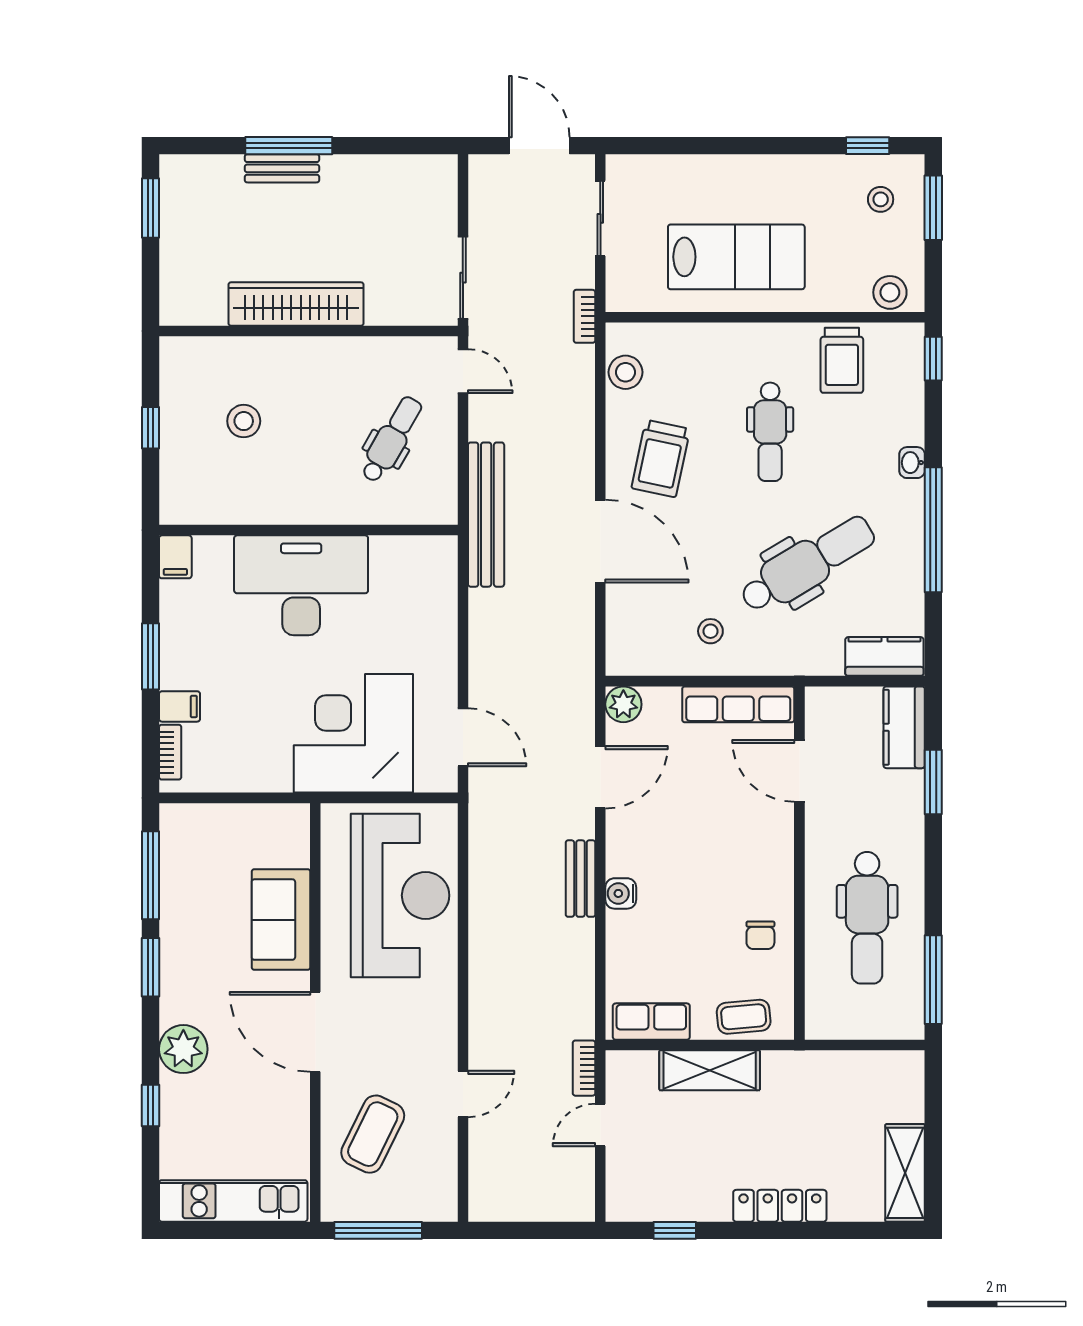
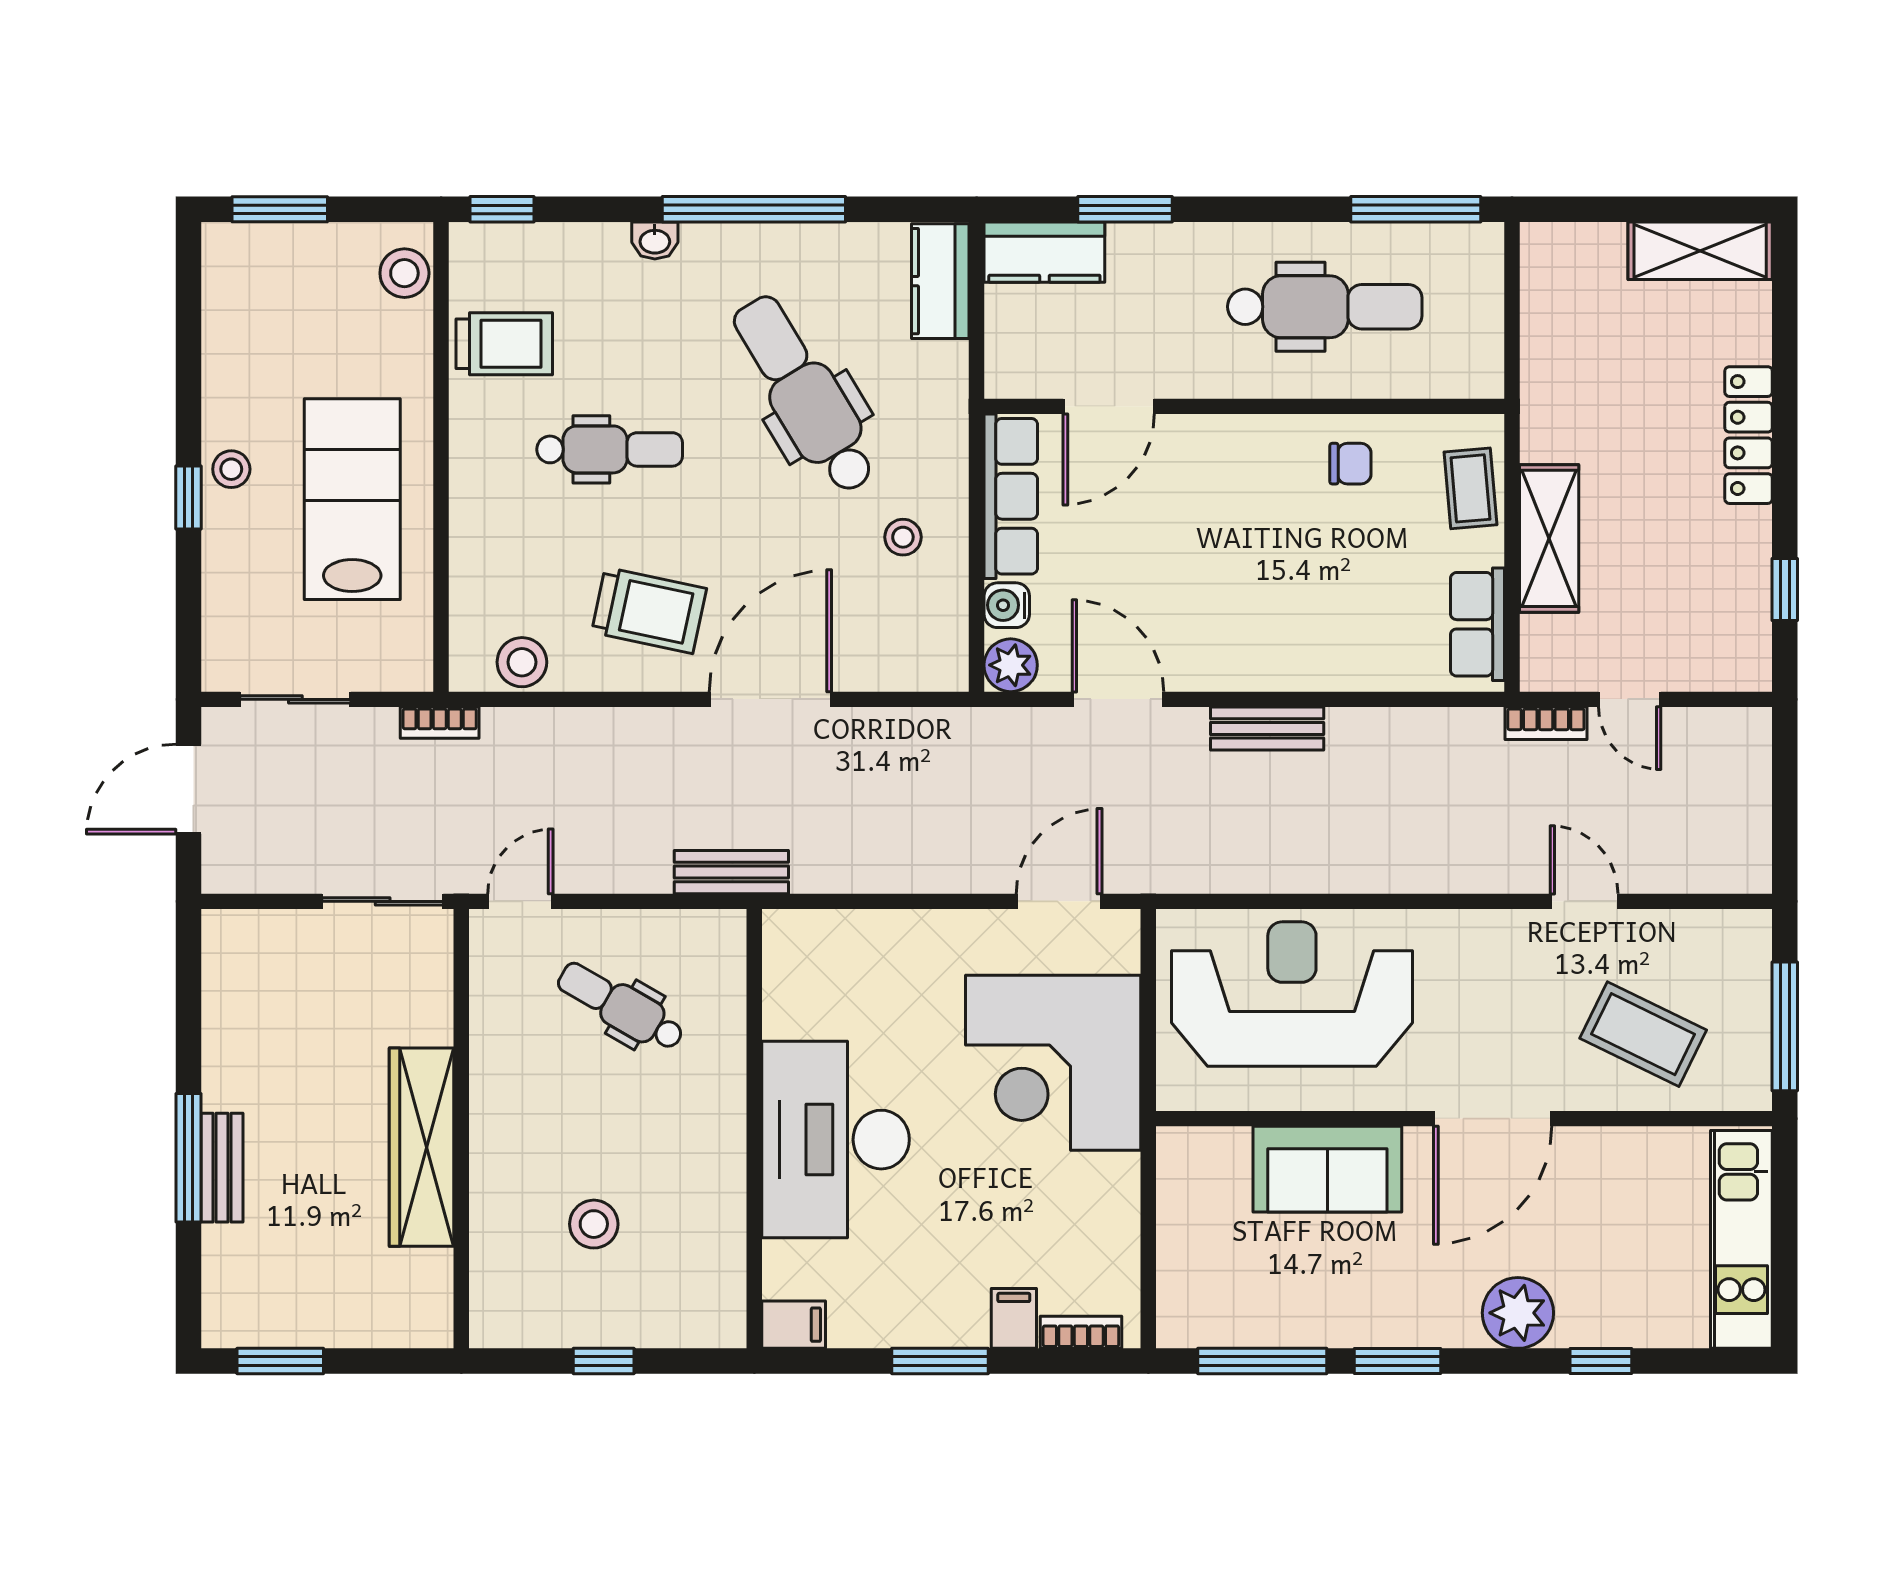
window: (868, 146) -> (188, 497), moved
stool: (881, 199) -> (231, 469), moved
bench: (486, 515) -> (731, 872), width x0.54, depth x0.82
water cooler: (621, 893) -> (1007, 605), moved, turned 90

